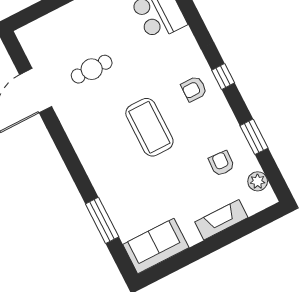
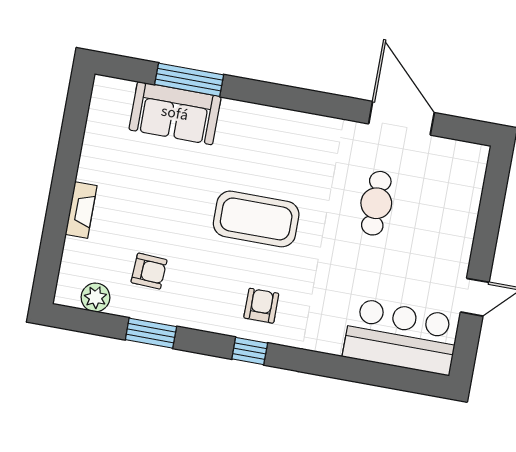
fireplace: (221, 220) -> (81, 210), width x0.73, depth x0.76
sofa: (156, 246) -> (175, 113), moved, turned 90

